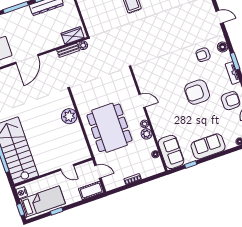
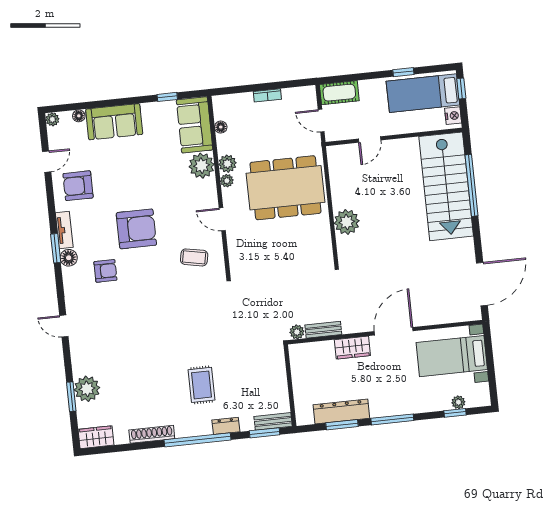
wardrobe: (73, 35) -> (352, 348), moved
floor lamp: (223, 47) -> (69, 258), moved
coffee table: (153, 75) -> (194, 257), added
armchair: (197, 92) -> (136, 229), moved
dining table: (109, 128) -> (286, 188), turned 90
plant: (161, 129) -> (202, 166), added
sofa: (208, 146) -> (114, 122), moved
door: (67, 167) -> (370, 139), swing flipped

